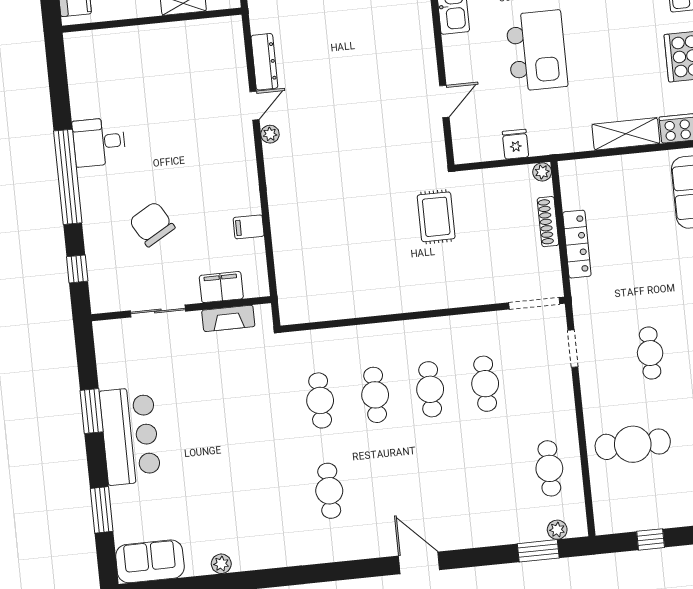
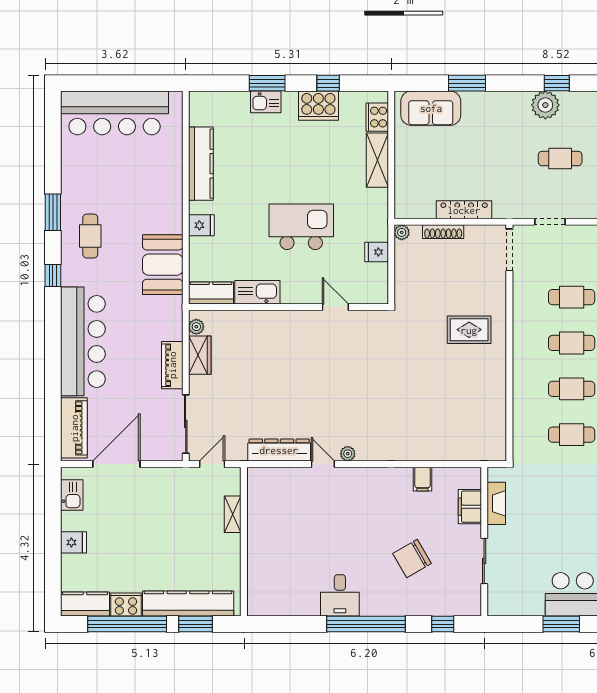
dresser: (264, 62) -> (279, 450), width x1.37, depth x1.24
rug: (436, 217) -> (469, 330), moved

